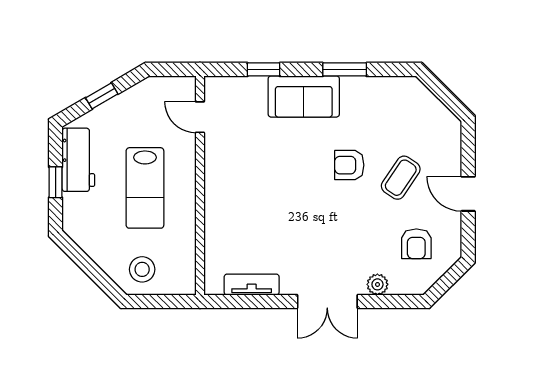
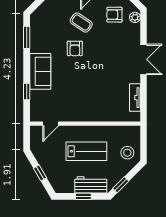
window: (345, 69) -> (27, 37), moved
workbench: (78, 160) -> (91, 185), moved
armchair: (416, 244) -> (114, 15), turned 180
window: (78, 256) -> (121, 185), added
plant: (377, 284) -> (135, 17), moved

